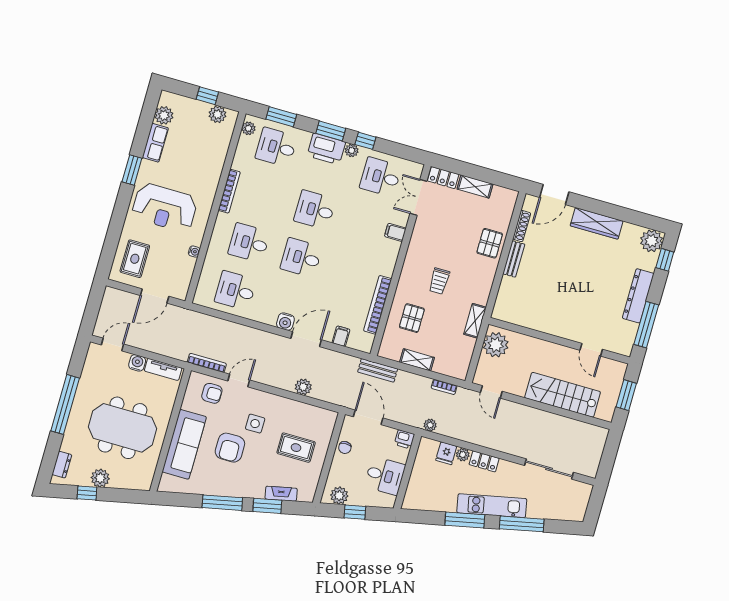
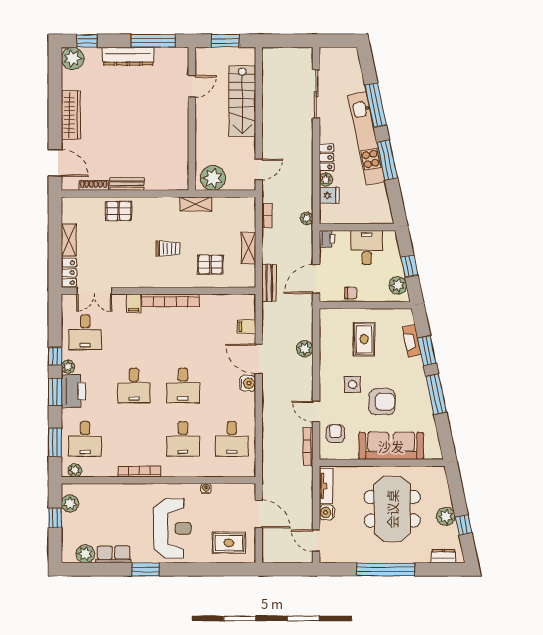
bookcase: (378, 305) -> (170, 300), moved
kitchen unit: (492, 506) -> (366, 138), width x1.36

